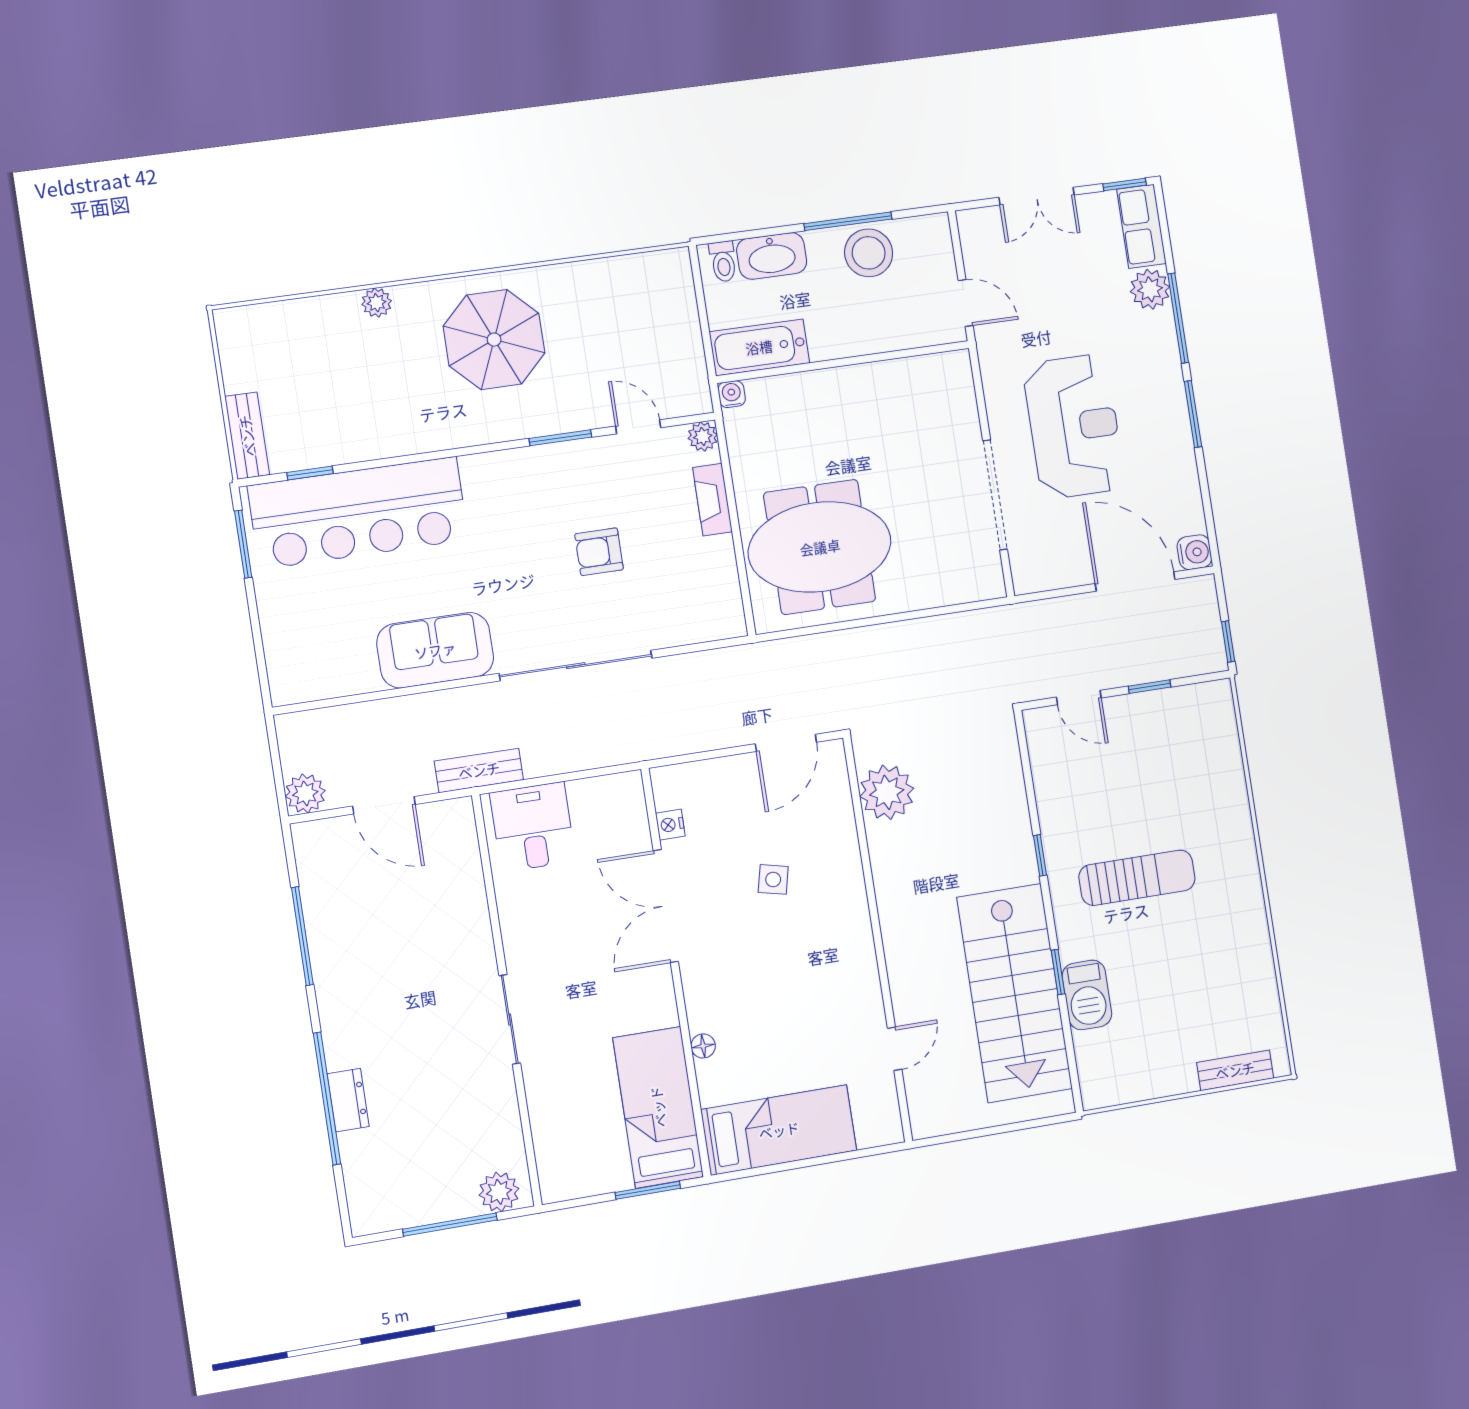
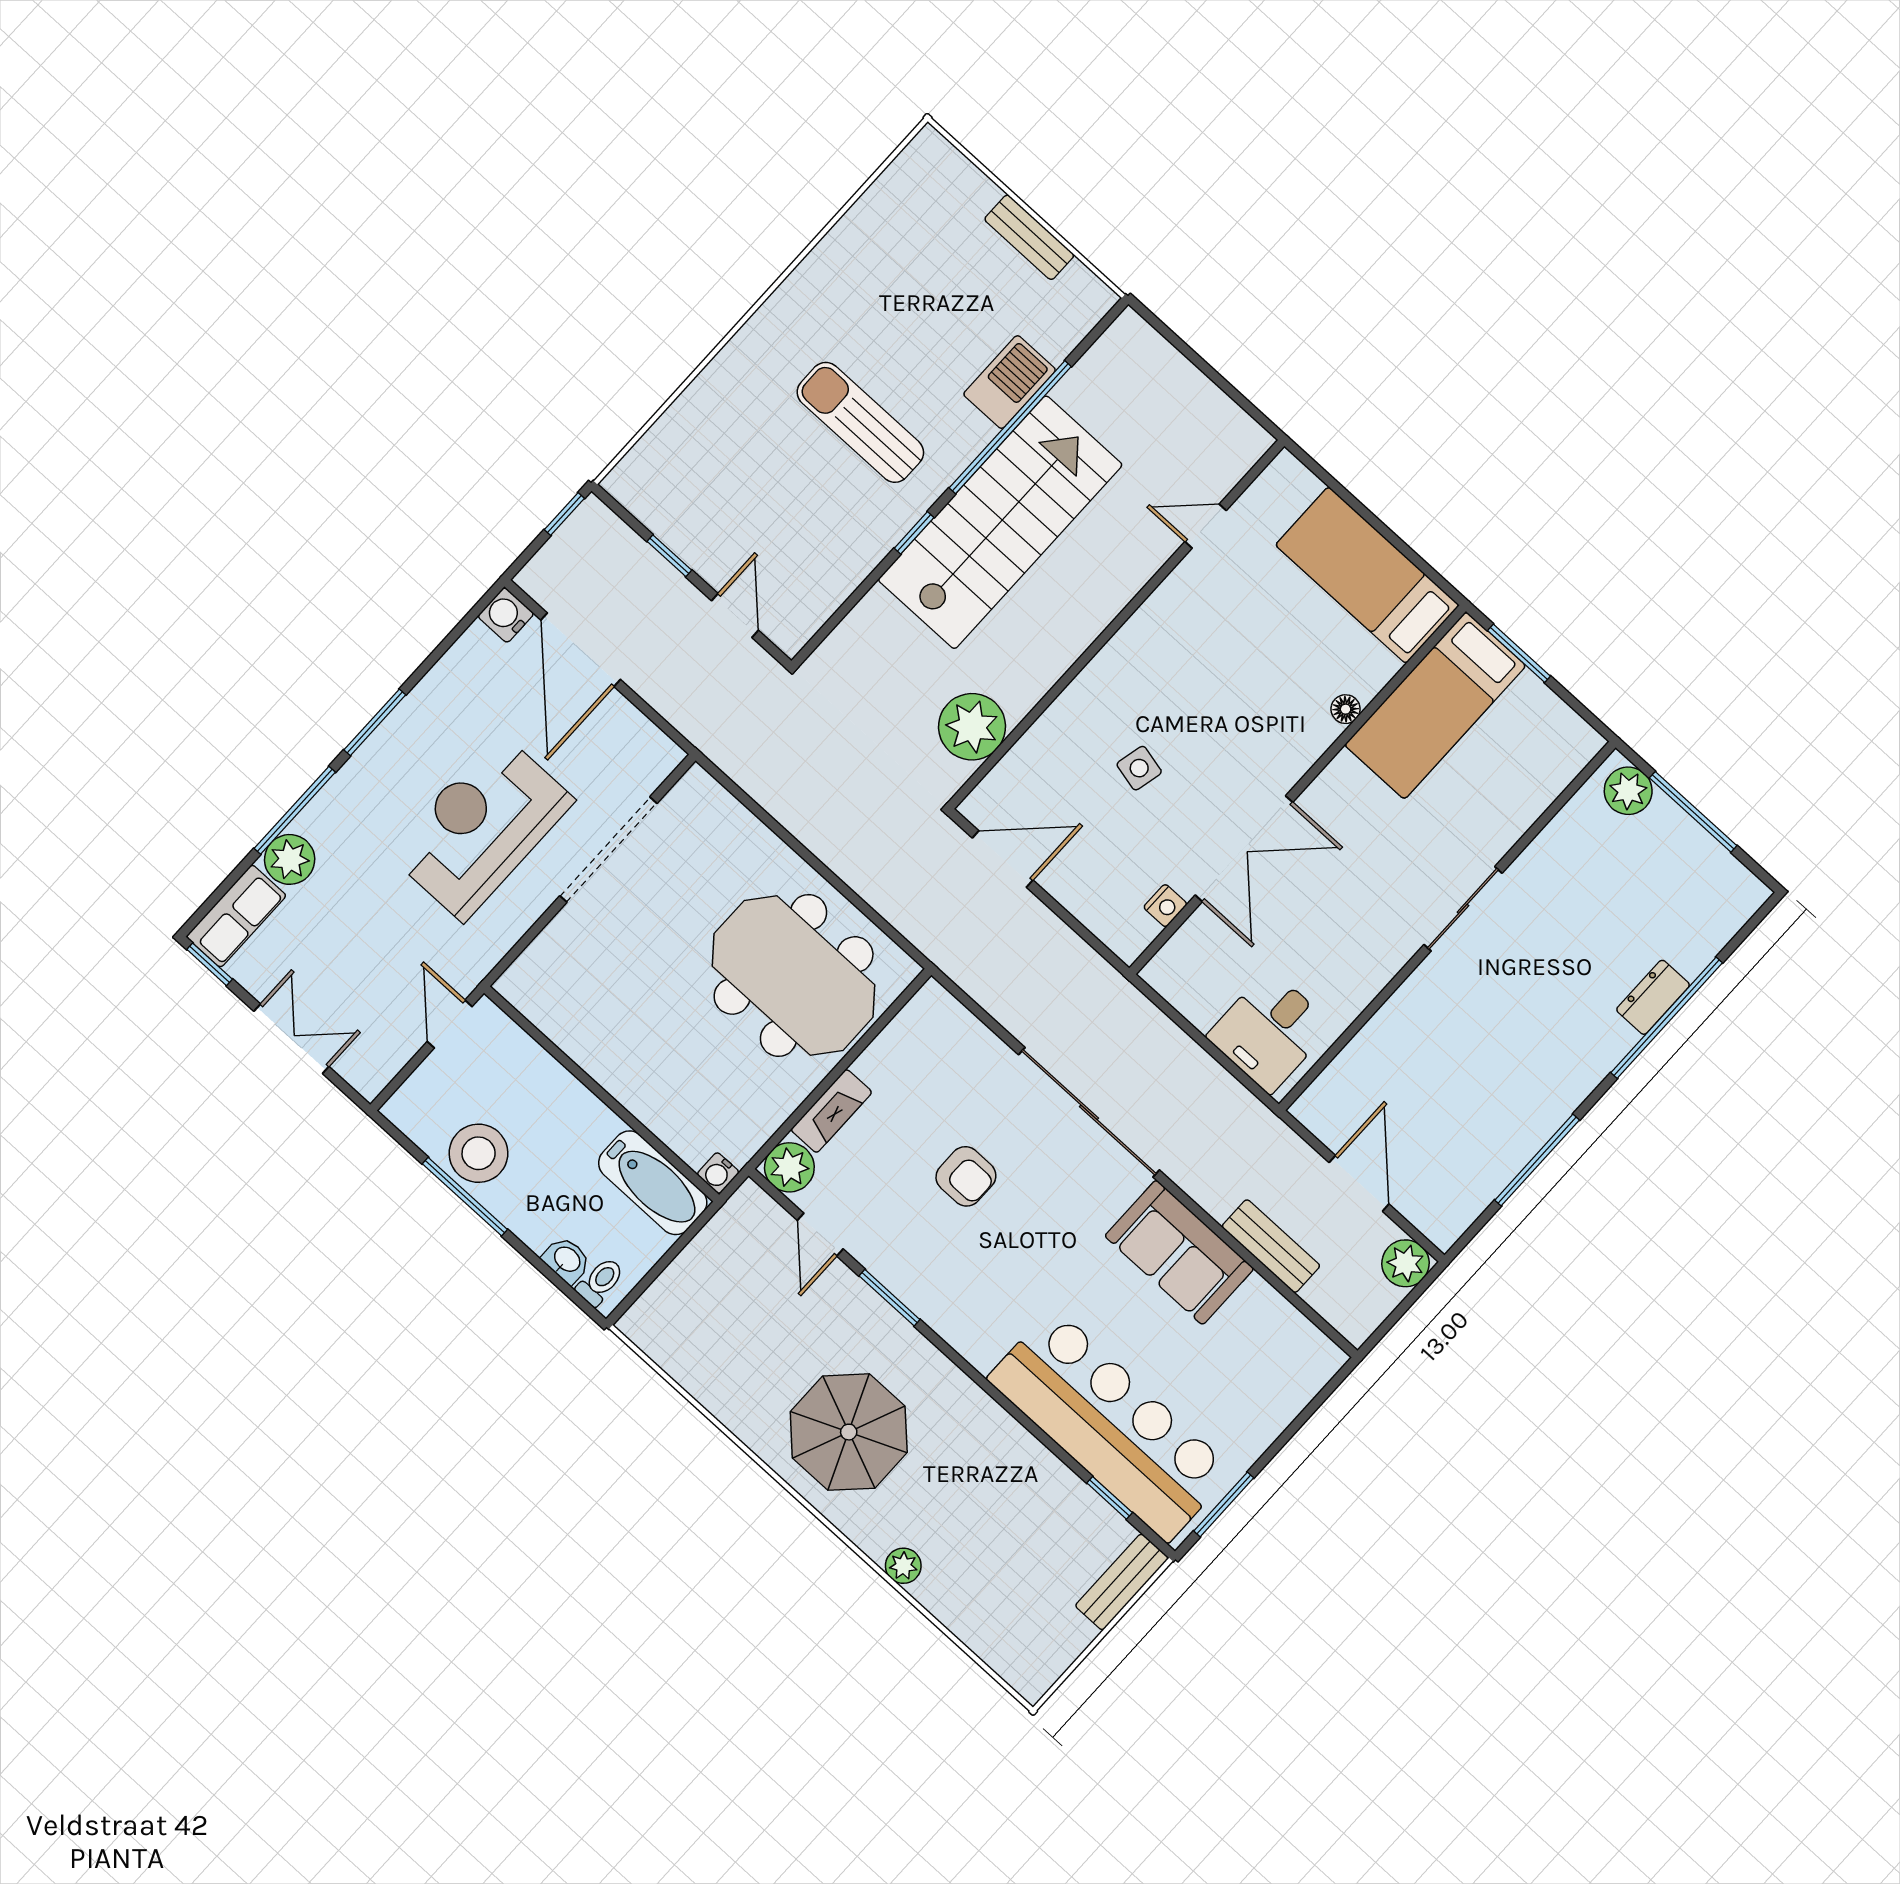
washbasin: (772, 256) -> (567, 1260), width x0.52, depth x0.69
plant: (703, 437) -> (789, 1167), width x1.38, depth x1.38
bench: (479, 770) -> (1271, 1246), moved
window: (1058, 972) -> (1010, 427), width x3.17
stairs: (1015, 993) -> (1000, 522), moved
bench: (1235, 1070) -> (1029, 237), moved

